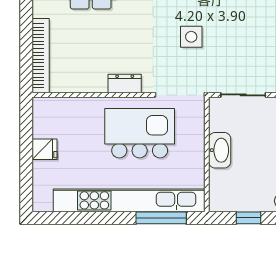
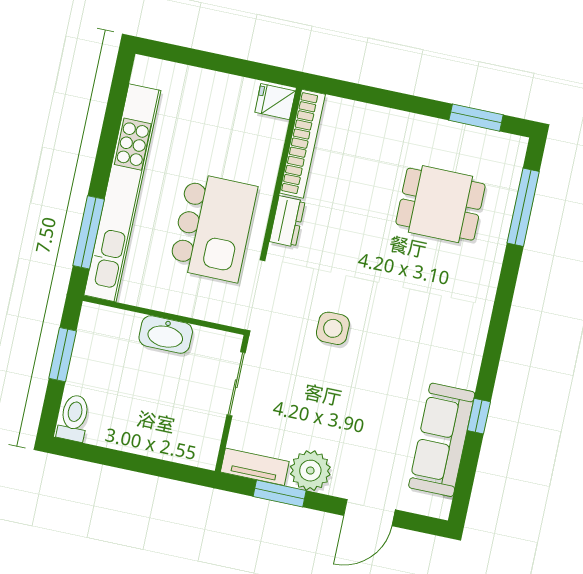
bookcase: (41, 56) -> (302, 144), moved, turned -90
fridge: (45, 149) -> (275, 102), moved, turned 90
window: (249, 218) -> (63, 355), width x1.50

